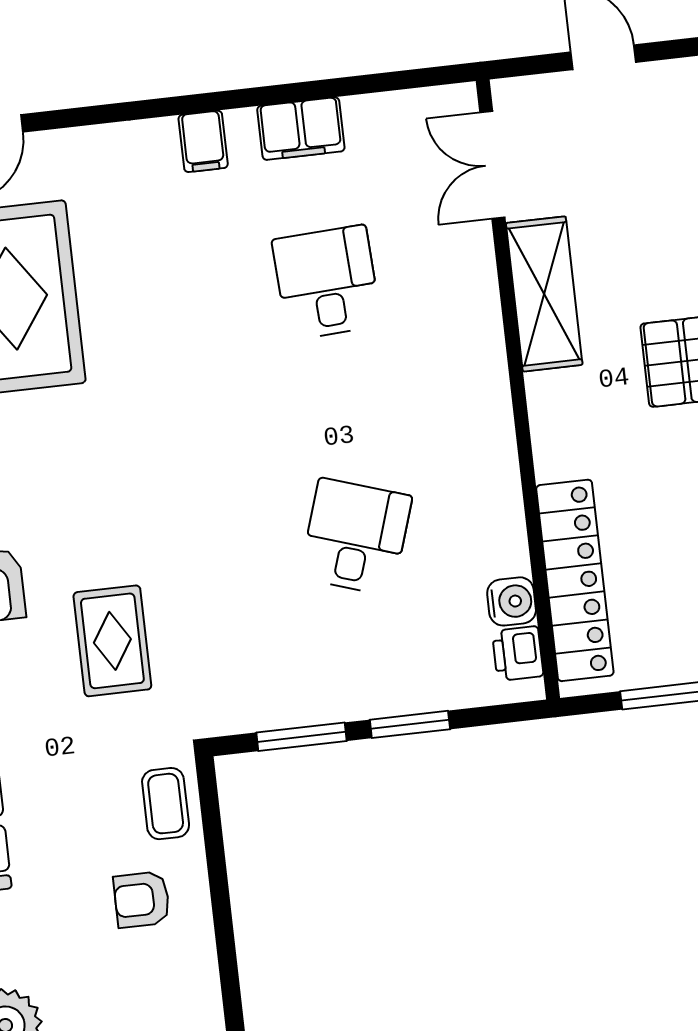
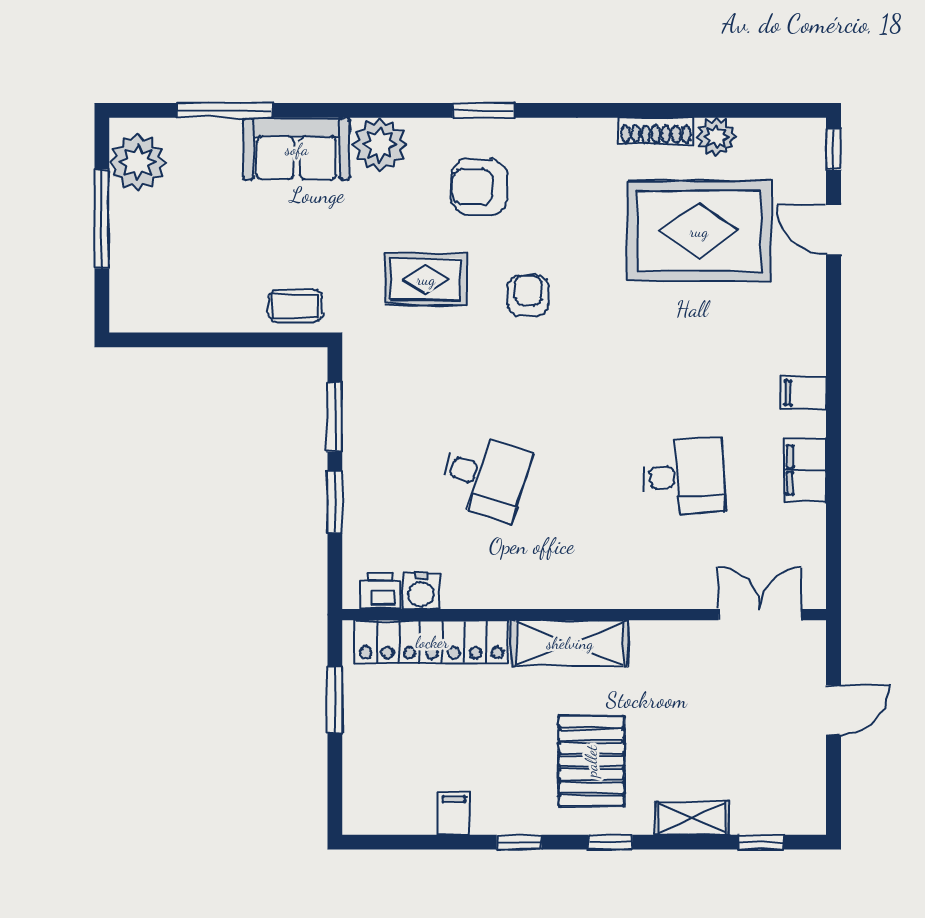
shelving: (544, 294) -> (570, 643), moved
armchair: (142, 900) -> (528, 295), moved

